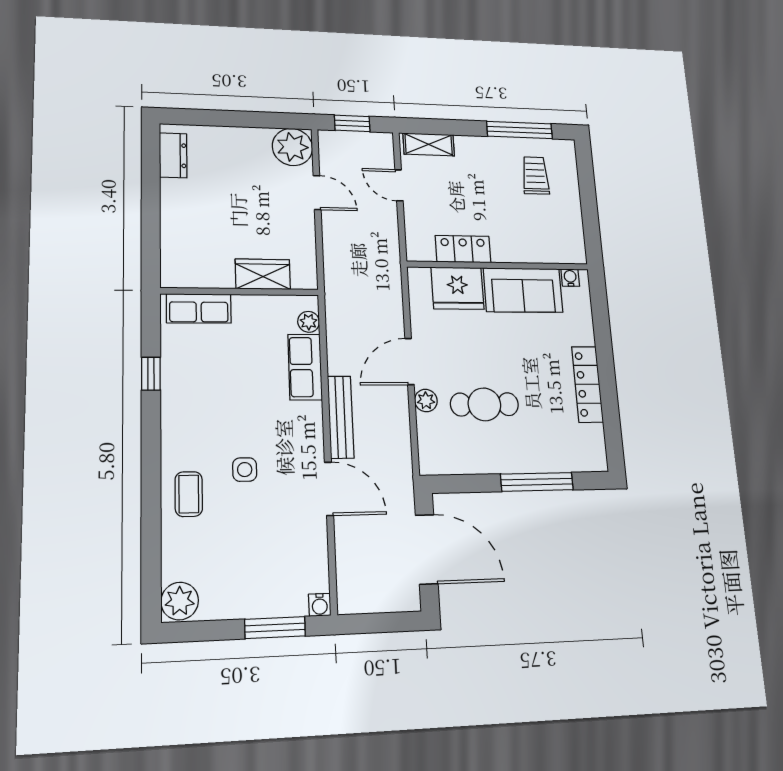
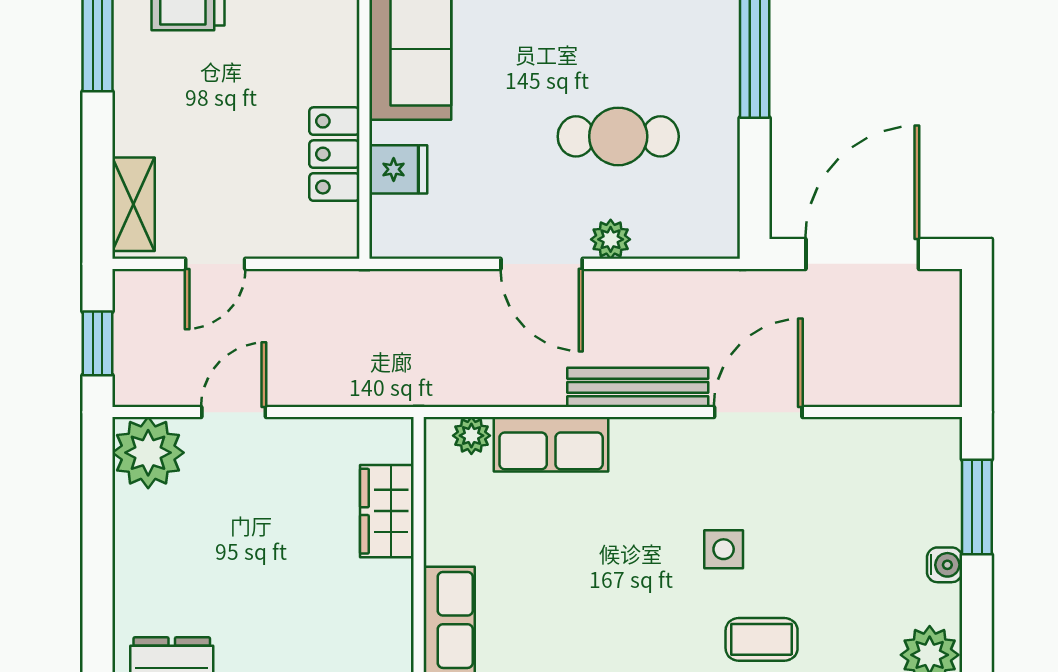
fridge: (458, 288) -> (398, 169), width x0.53, depth x0.75
cafe table: (484, 404) -> (618, 136), turned 90
water cooler: (320, 605) -> (945, 565), moved

